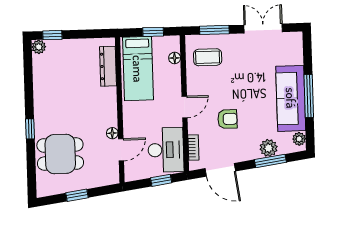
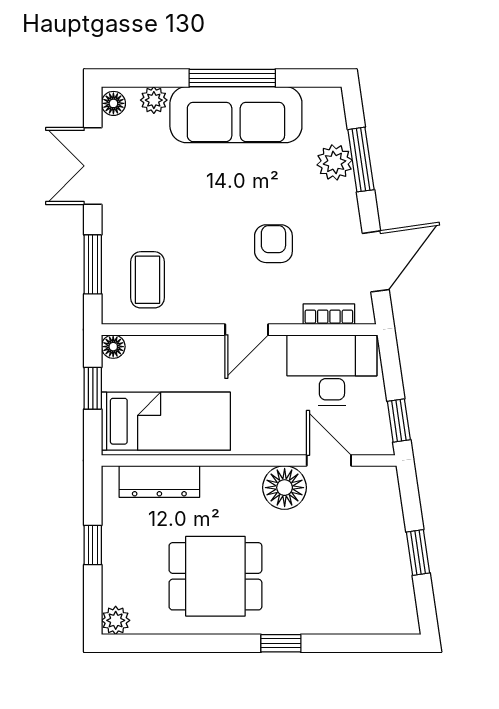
window: (52, 35) -> (93, 545), moved
floor lamp: (294, 38) -> (113, 103), added
floor lamp: (175, 58) -> (113, 347), moved
door: (185, 107) -> (247, 330), swing flipped
floor lamp: (112, 133) -> (285, 488), width x1.89, depth x1.89
plant: (299, 139) -> (154, 100), moved
dining table: (60, 154) -> (215, 576), moved, turned 90
window: (161, 180) -> (399, 420), moved

